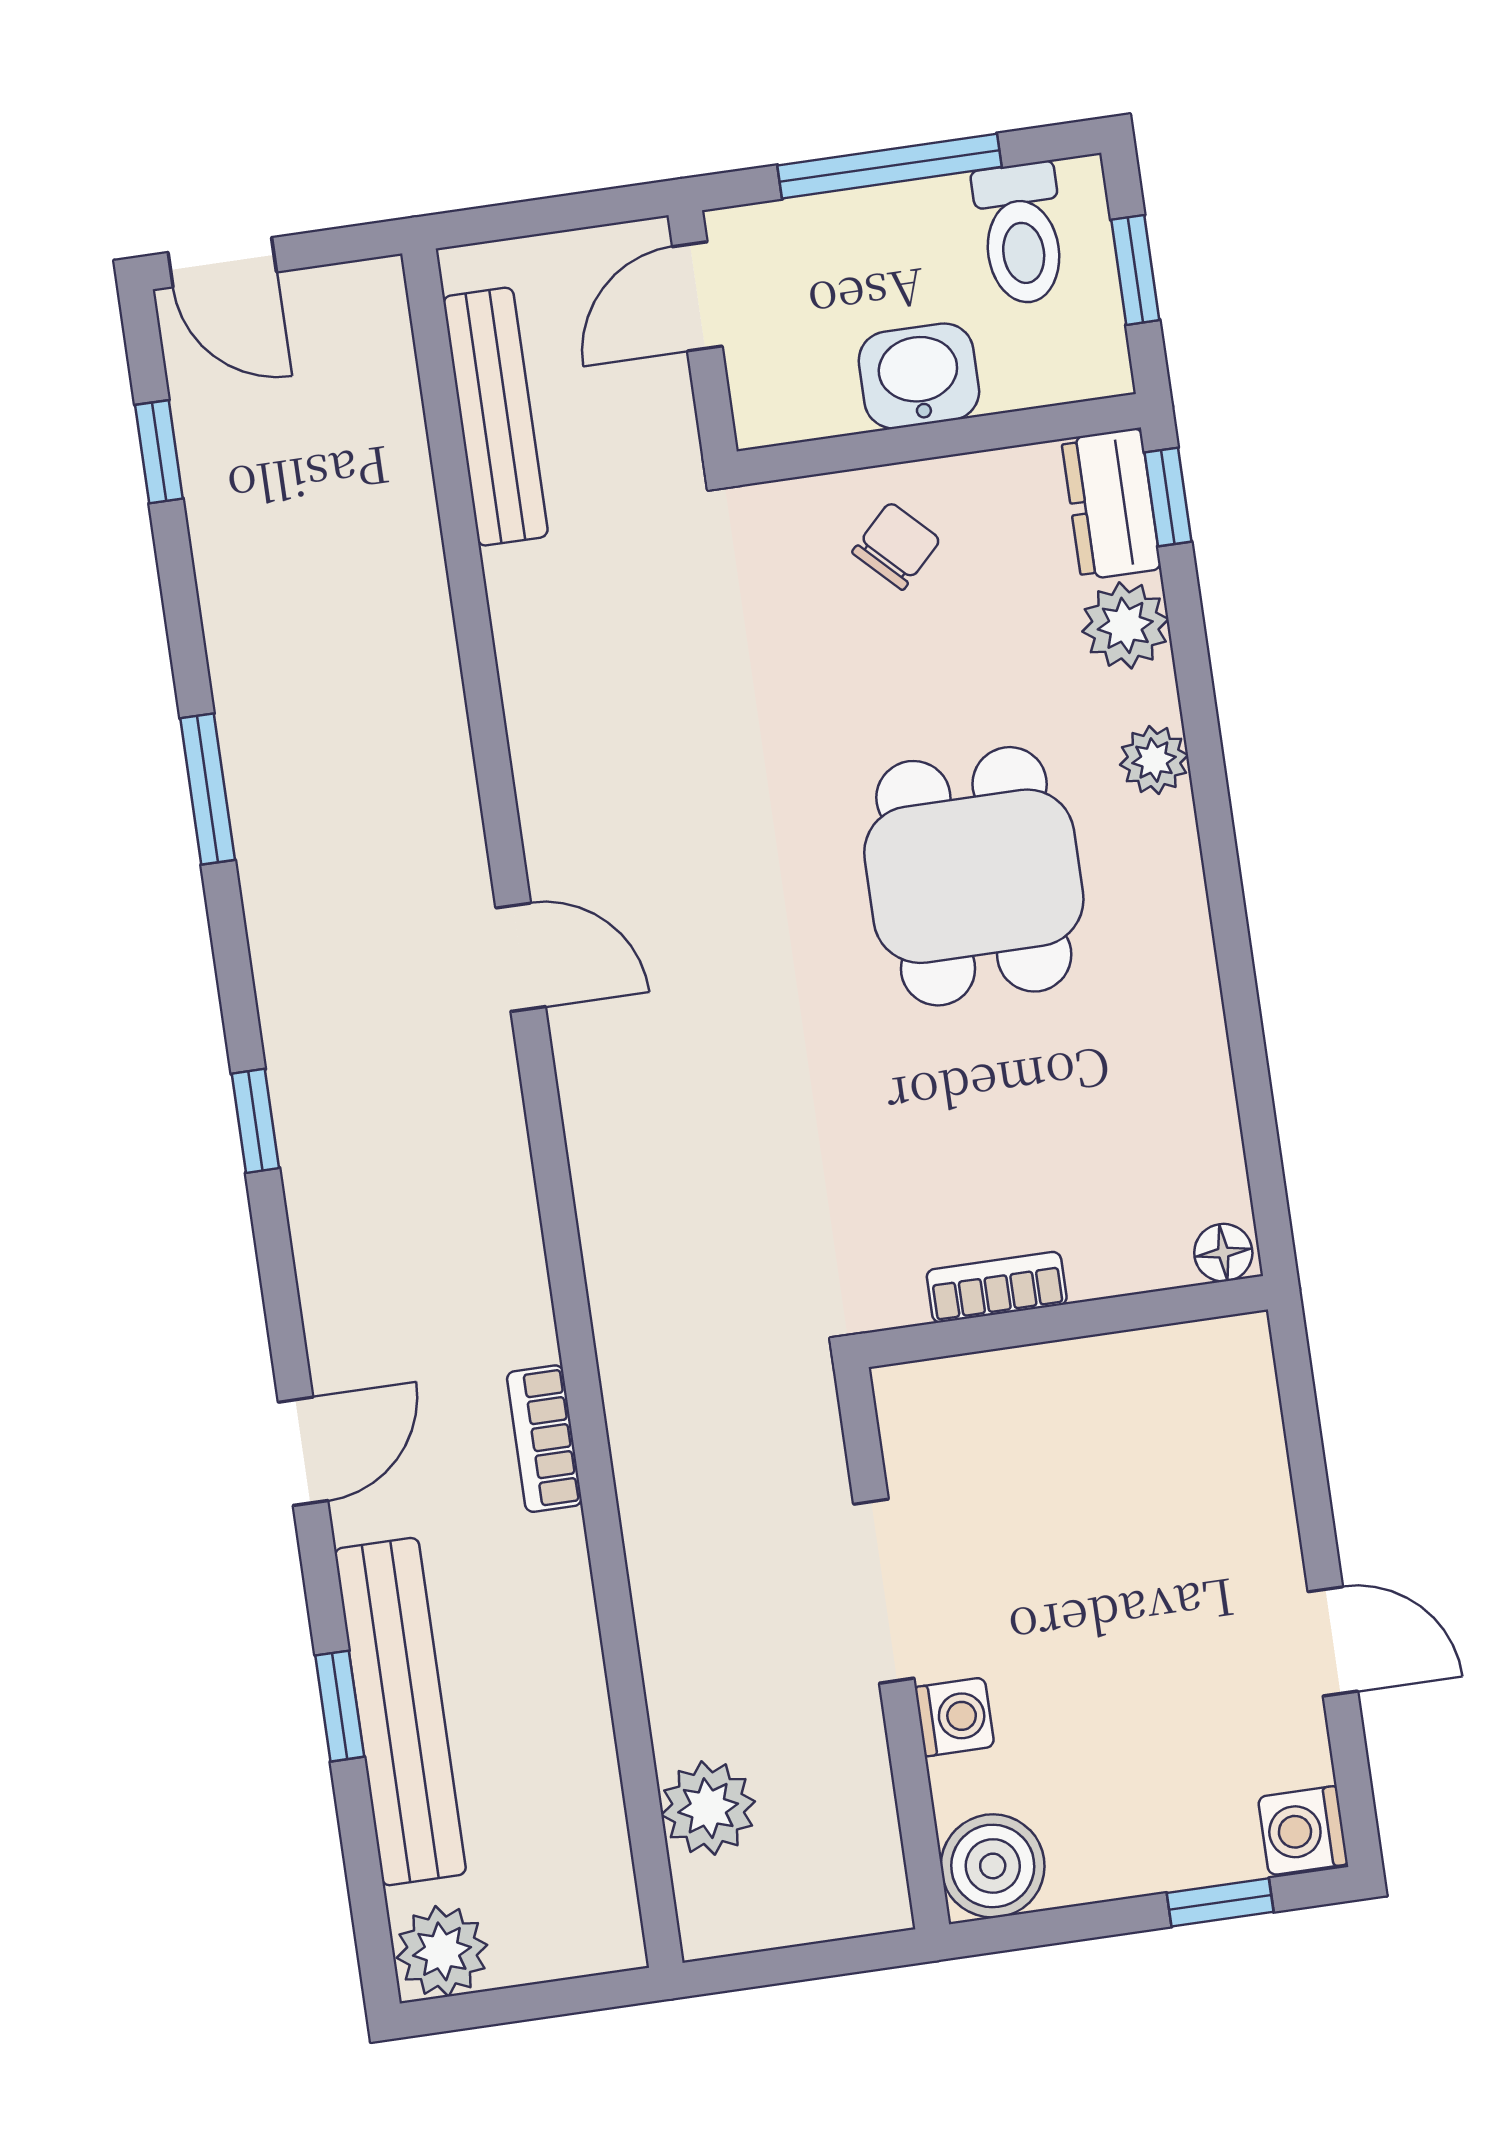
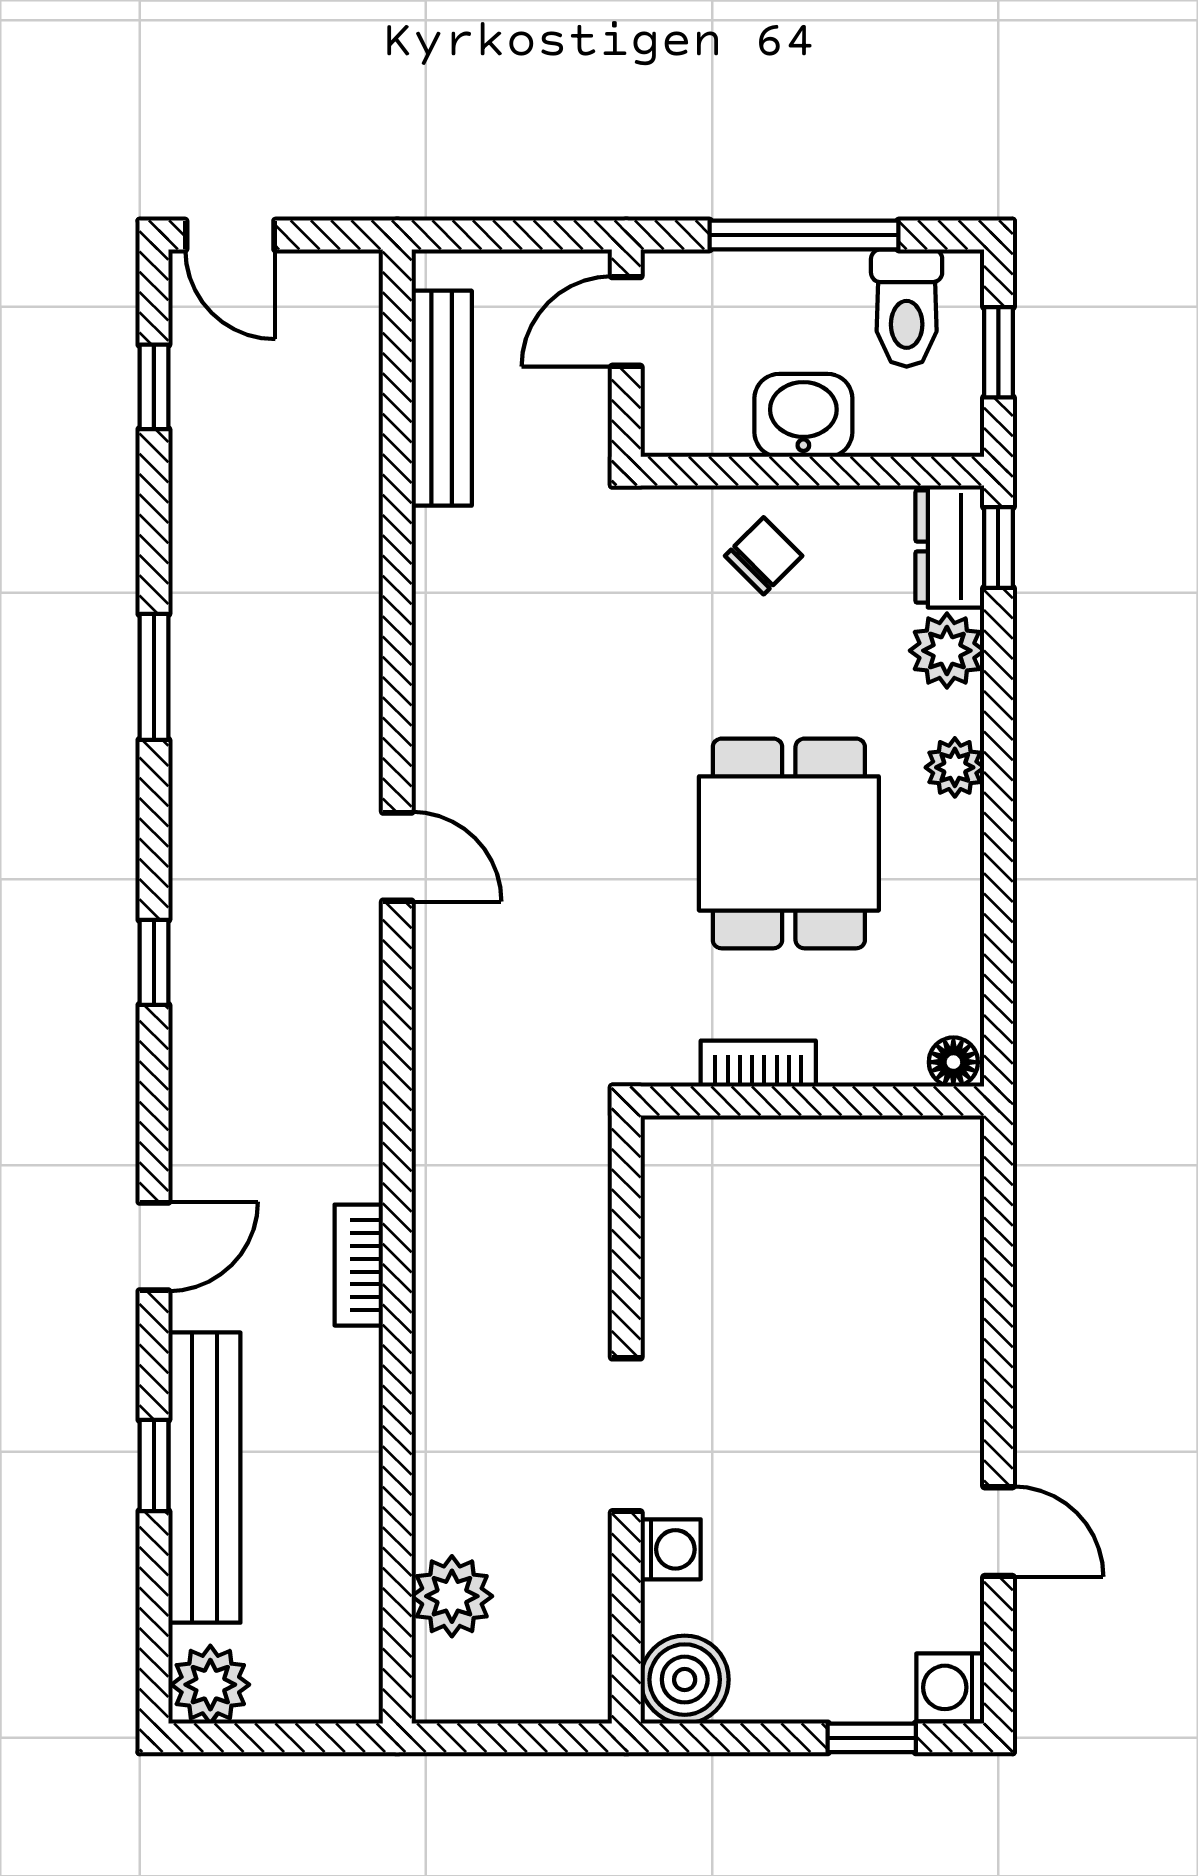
floor lamp: (1223, 1253) -> (953, 1062), moved
bookcase: (997, 1287) -> (758, 1064), moved
wall: (1066, 1322) -> (812, 1101), moved

